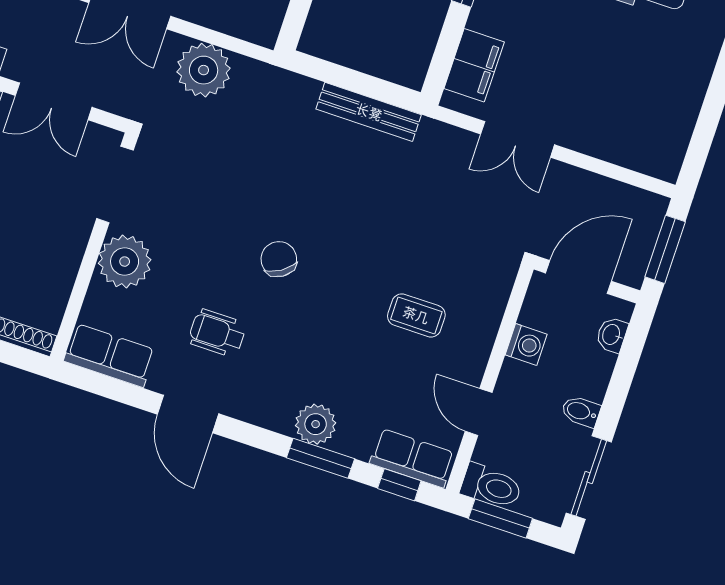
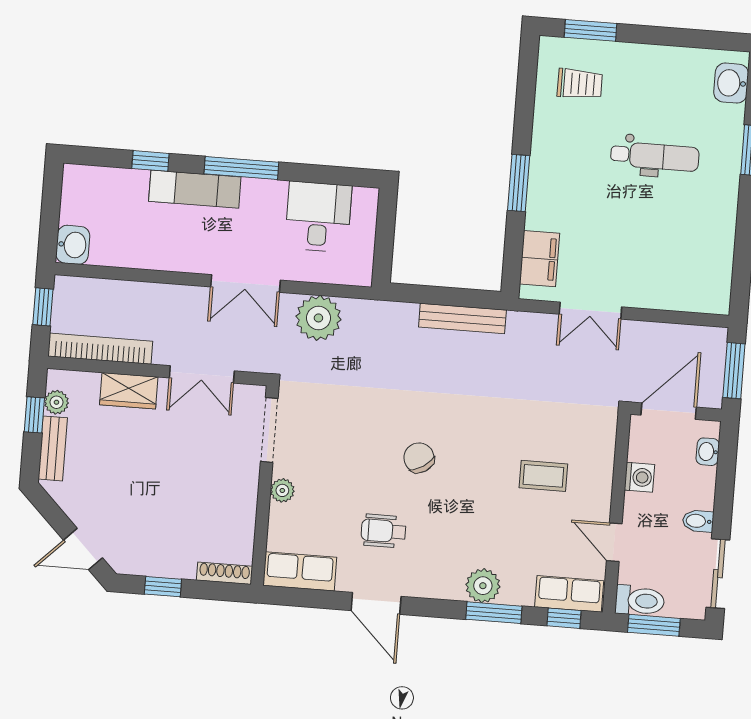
plant: (125, 262) -> (282, 490), width x0.53, depth x0.53

